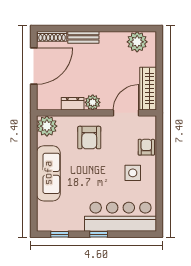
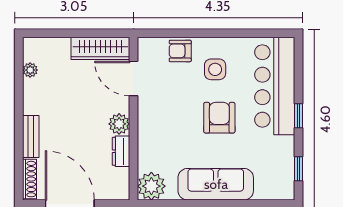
plant: (137, 42) -> (30, 70), width x0.53, depth x0.53
armchair: (89, 138) -> (219, 118), moved, turned -90

